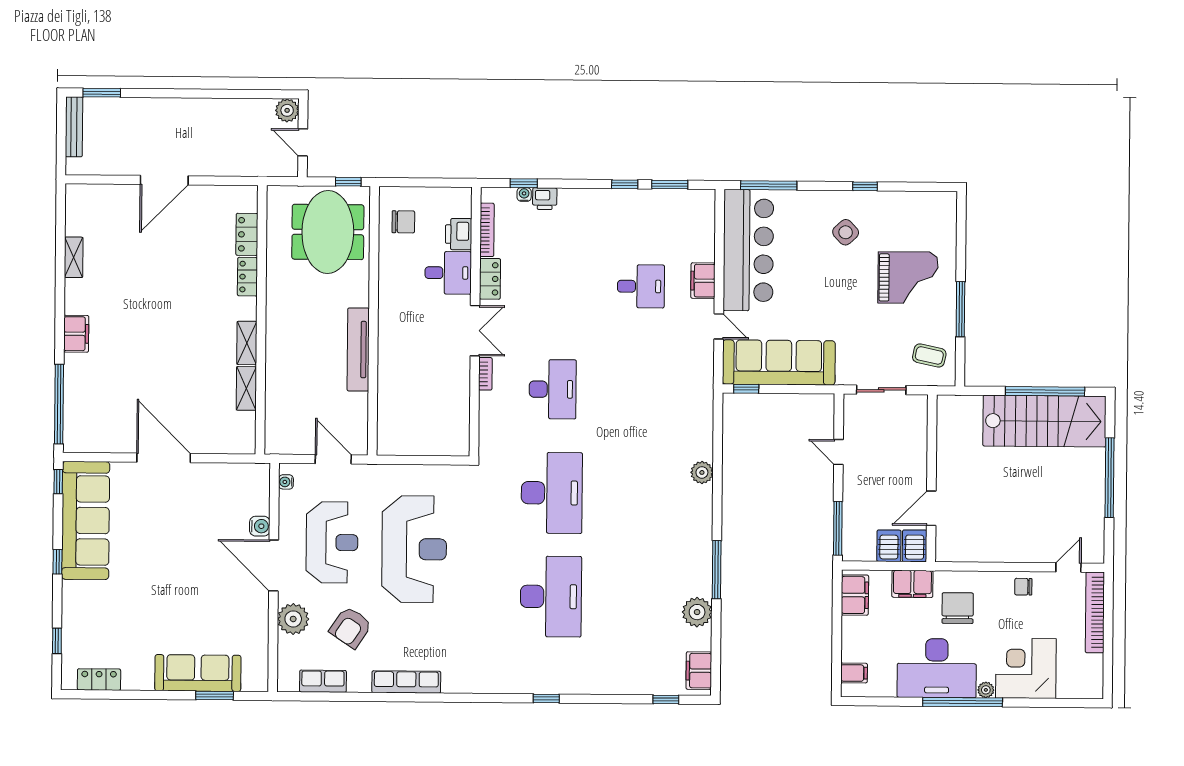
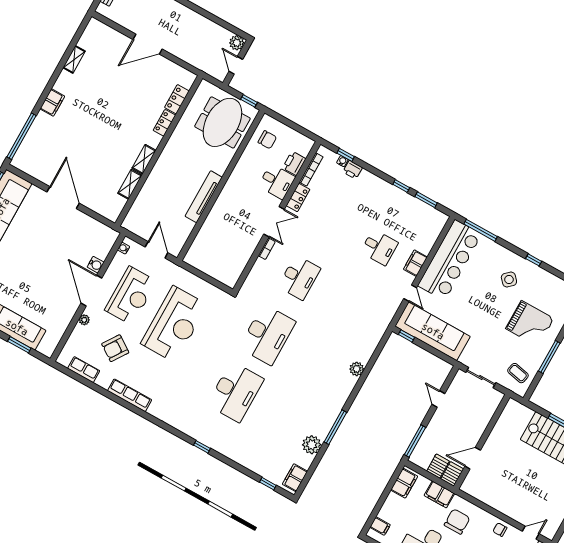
plant: (293, 619) -> (84, 320), width x0.53, depth x0.53

